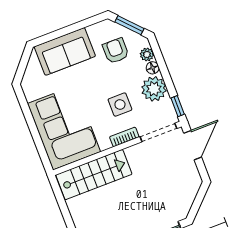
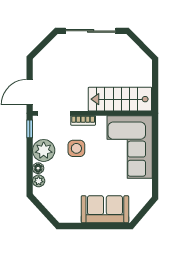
window: (129, 25) -> (44, 210), removed
armchair: (116, 51) -> (63, 194), removed

